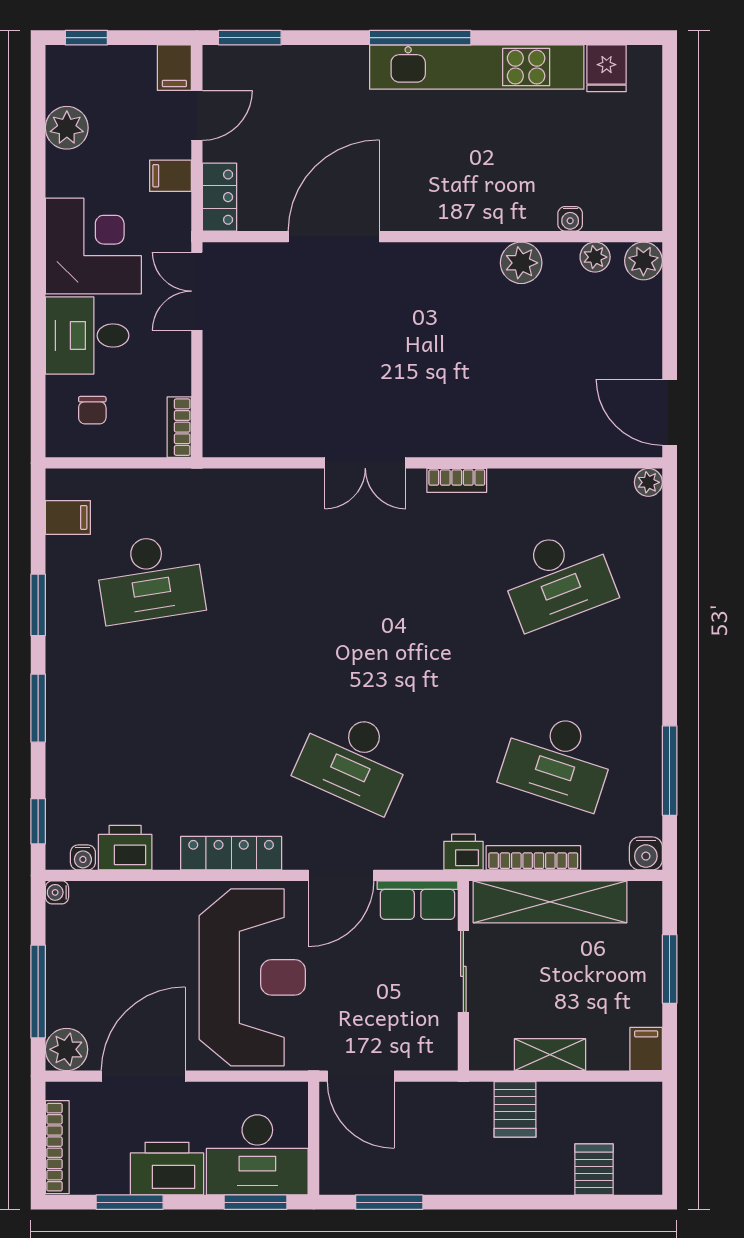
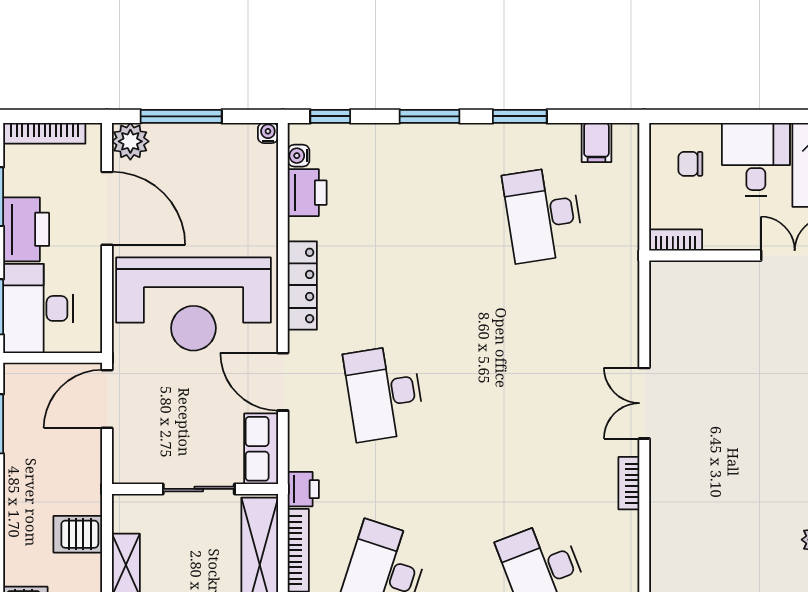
desk: (354, 760) -> (384, 393), turned -33

